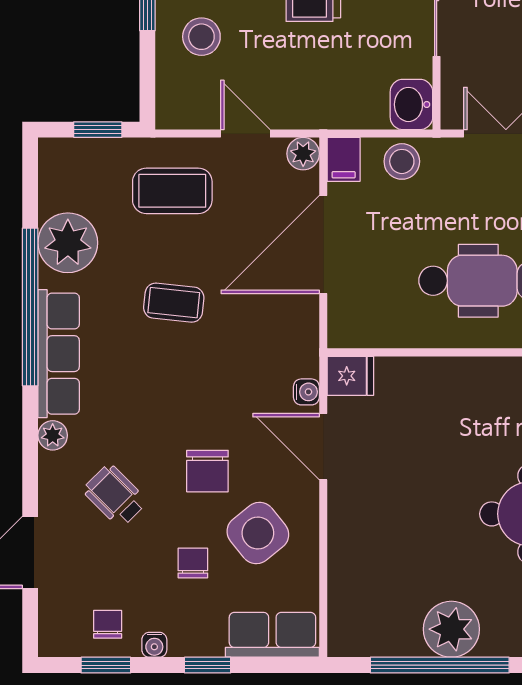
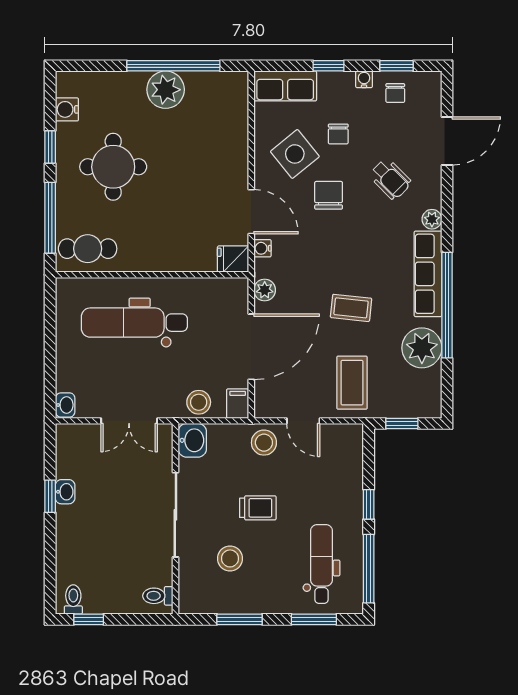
stool: (201, 37) -> (264, 443), moved
plant: (303, 154) -> (265, 290), moved
coffee table: (172, 191) -> (352, 383), turned 90

